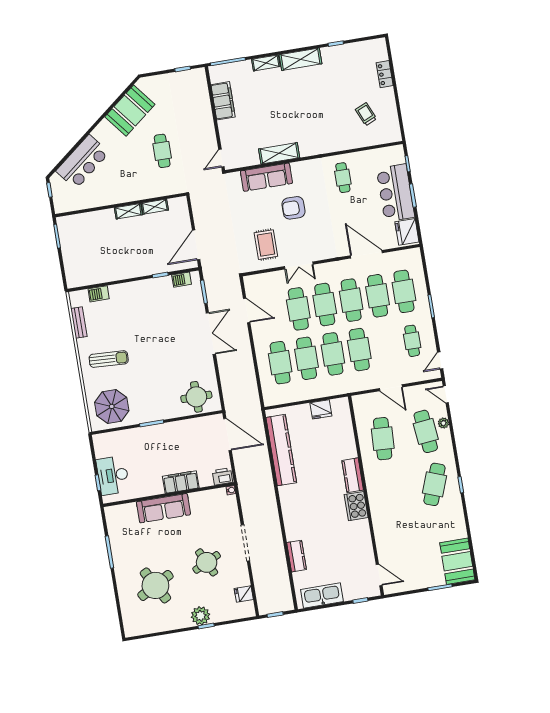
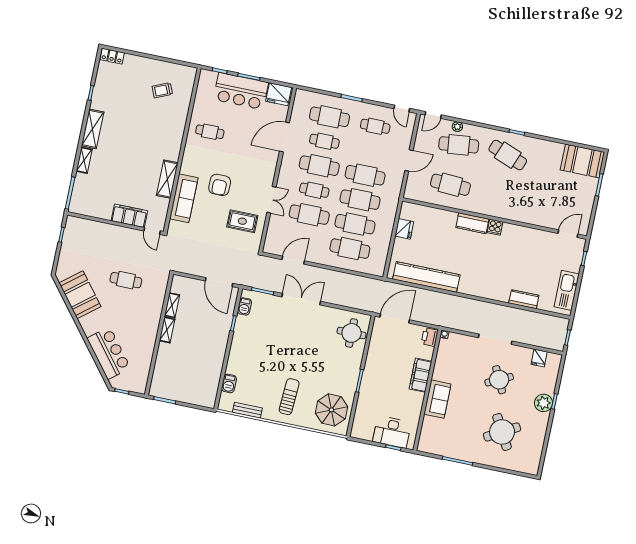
locker: (385, 74) -> (112, 56), moved
filing cabinet: (223, 101) -> (129, 216), moved
cafe table: (378, 296) -> (324, 141), width x0.73, depth x0.74
cafe table: (325, 305) -> (314, 190), width x0.73, depth x0.74
cooker: (356, 506) -> (495, 227), width x0.53, depth x0.76
sofa: (163, 508) -> (437, 399), width x0.73

